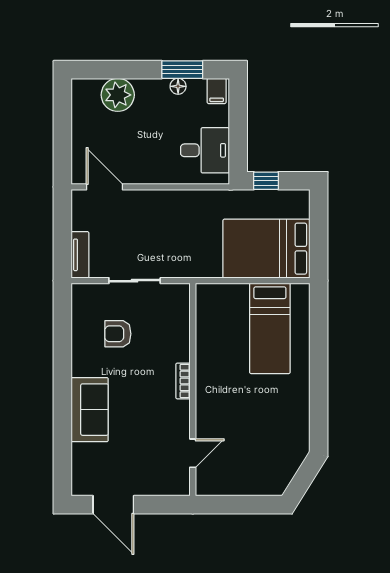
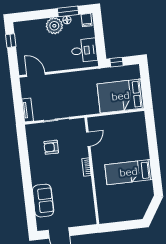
plant: (118, 95) -> (54, 26), moved
window: (62, 114) -> (11, 41), added
bed: (270, 328) -> (129, 172), moved, turned 90
sofa: (90, 410) -> (43, 201), moved
door: (193, 453) -> (88, 139), moved

